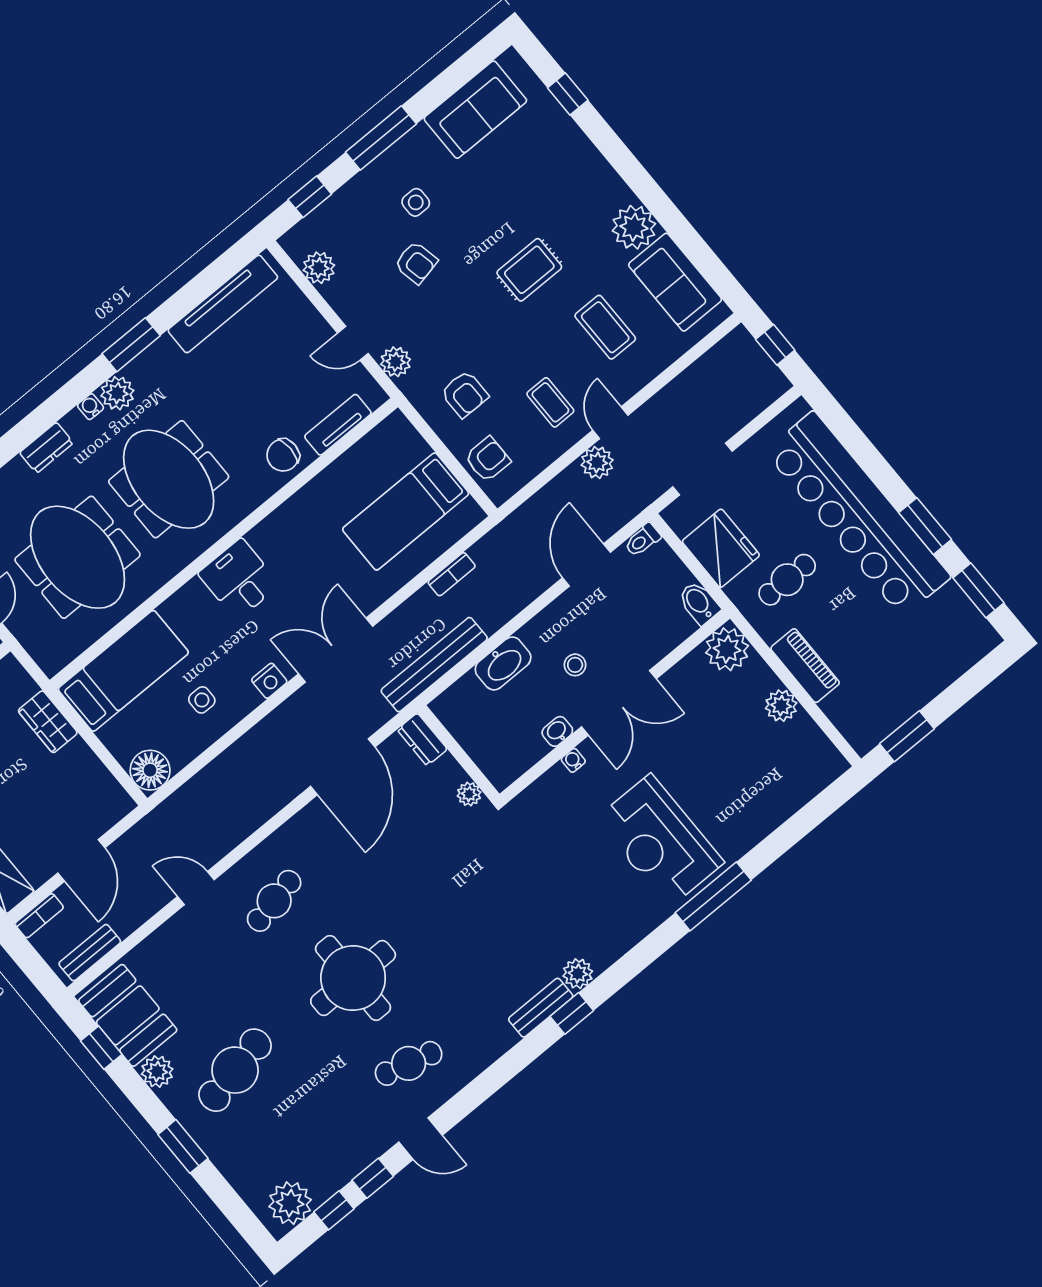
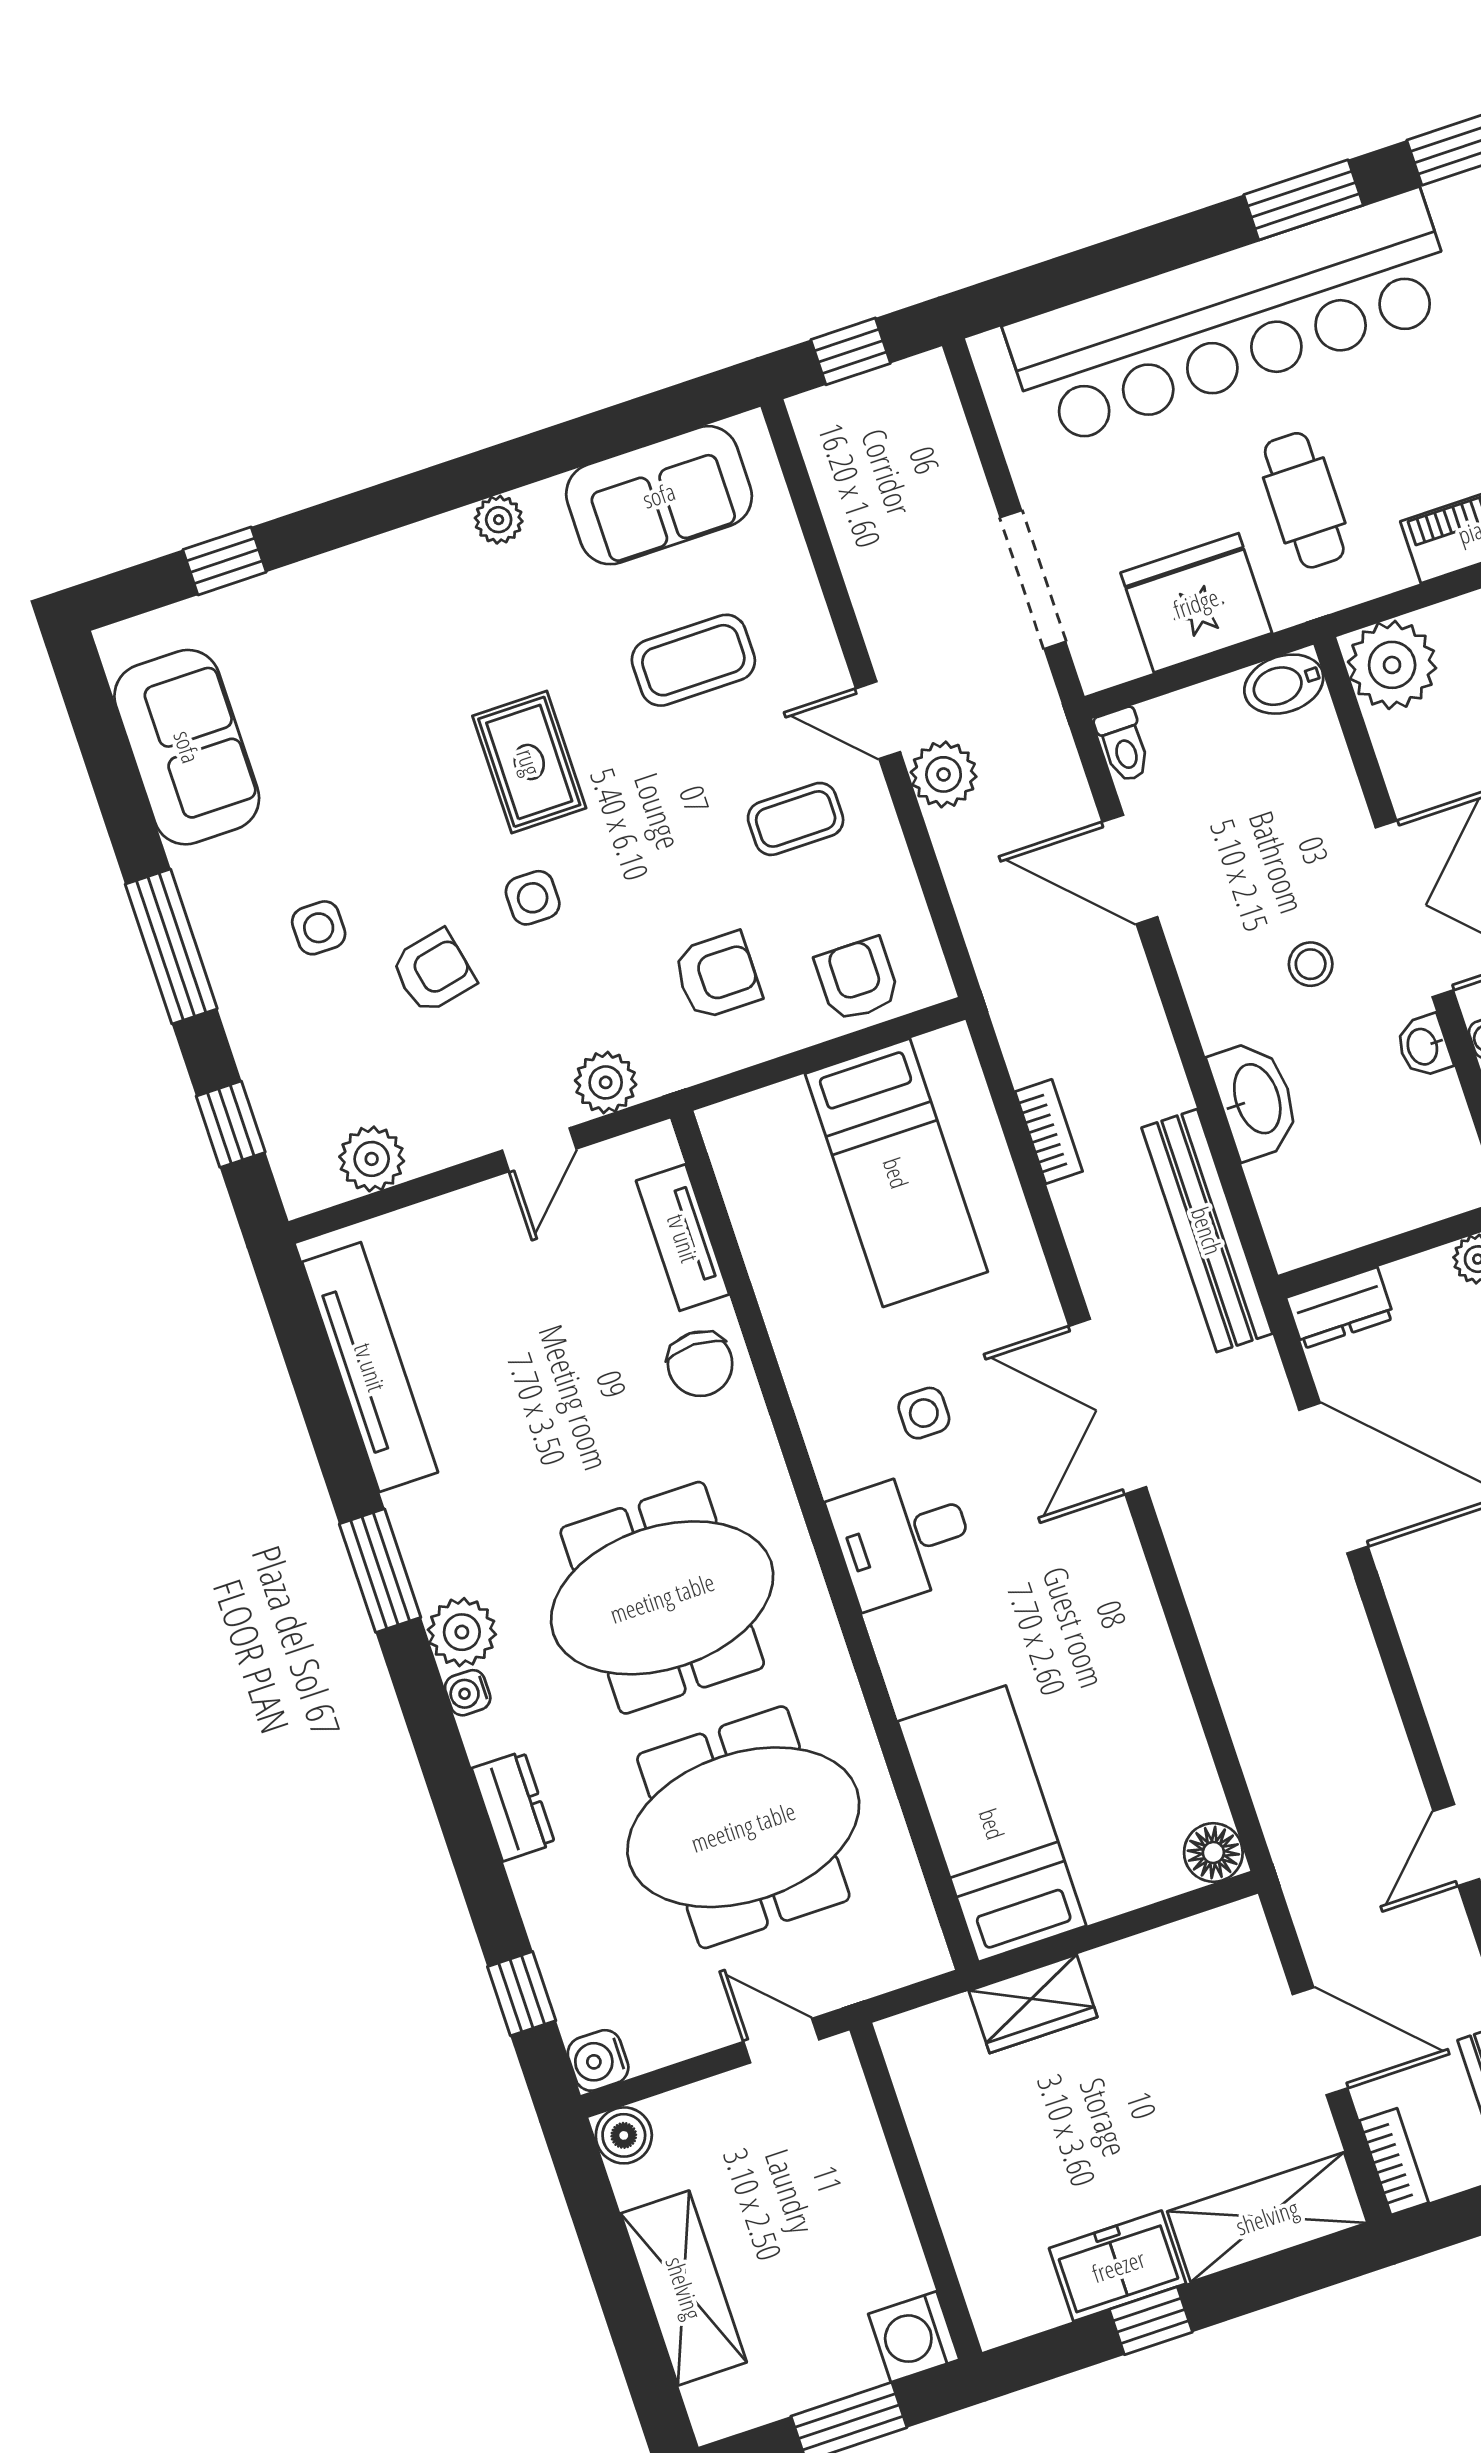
plant: (634, 227) -> (499, 520), width x0.53, depth x0.53
side table: (467, 295) -> (533, 898), added
nightstand: (269, 681) -> (1117, 1555), removed
side table: (202, 700) -> (924, 1413), moved
floor lamp: (150, 770) -> (1213, 1852), width x0.73, depth x0.73

